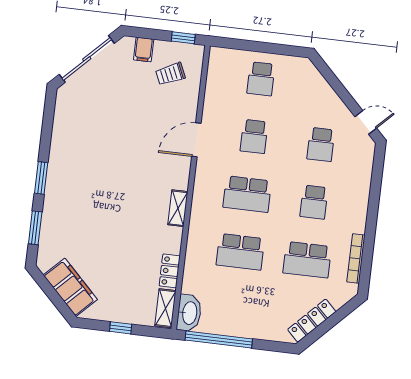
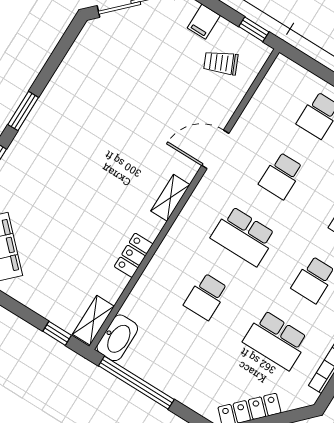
shelving: (178, 208) -> (170, 198), moved
school desk: (240, 252) -> (206, 297), width x0.54
locker: (170, 271) -> (134, 255), moved
window: (121, 328) -> (57, 333), moved

